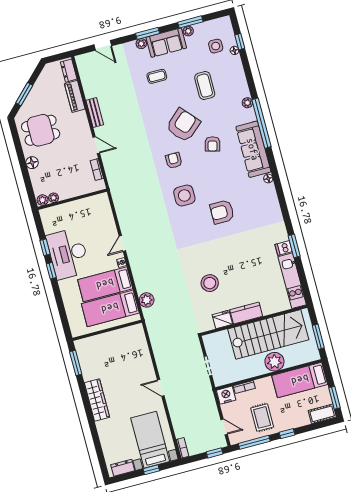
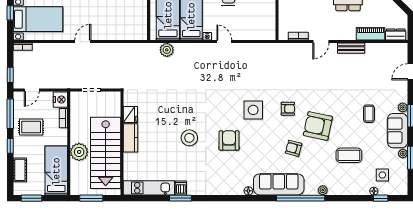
armchair: (183, 125) -> (318, 126), turned 144
stool: (210, 283) -> (189, 138), moved
cot: (322, 414) -> (20, 170), moved

